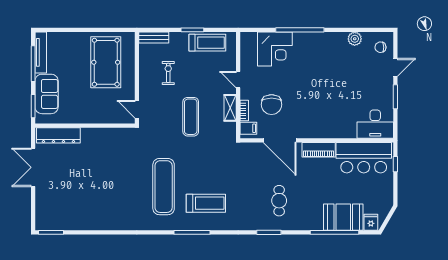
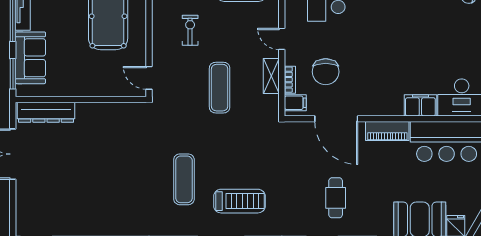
filing cabinet: (344, 130) -> (420, 105), added
exercise mat: (164, 187) -> (184, 179), width x0.73, depth x0.69

